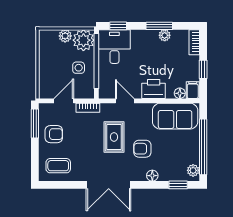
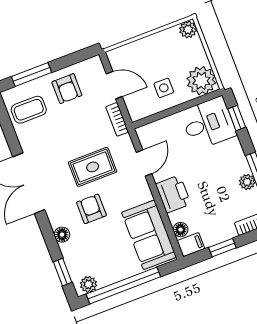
plant: (65, 36) -> (188, 30), moved
window: (96, 61) -> (181, 107), removed
window: (35, 124) -> (31, 75), moved
coffee table: (58, 166) -> (29, 110), turned 90

